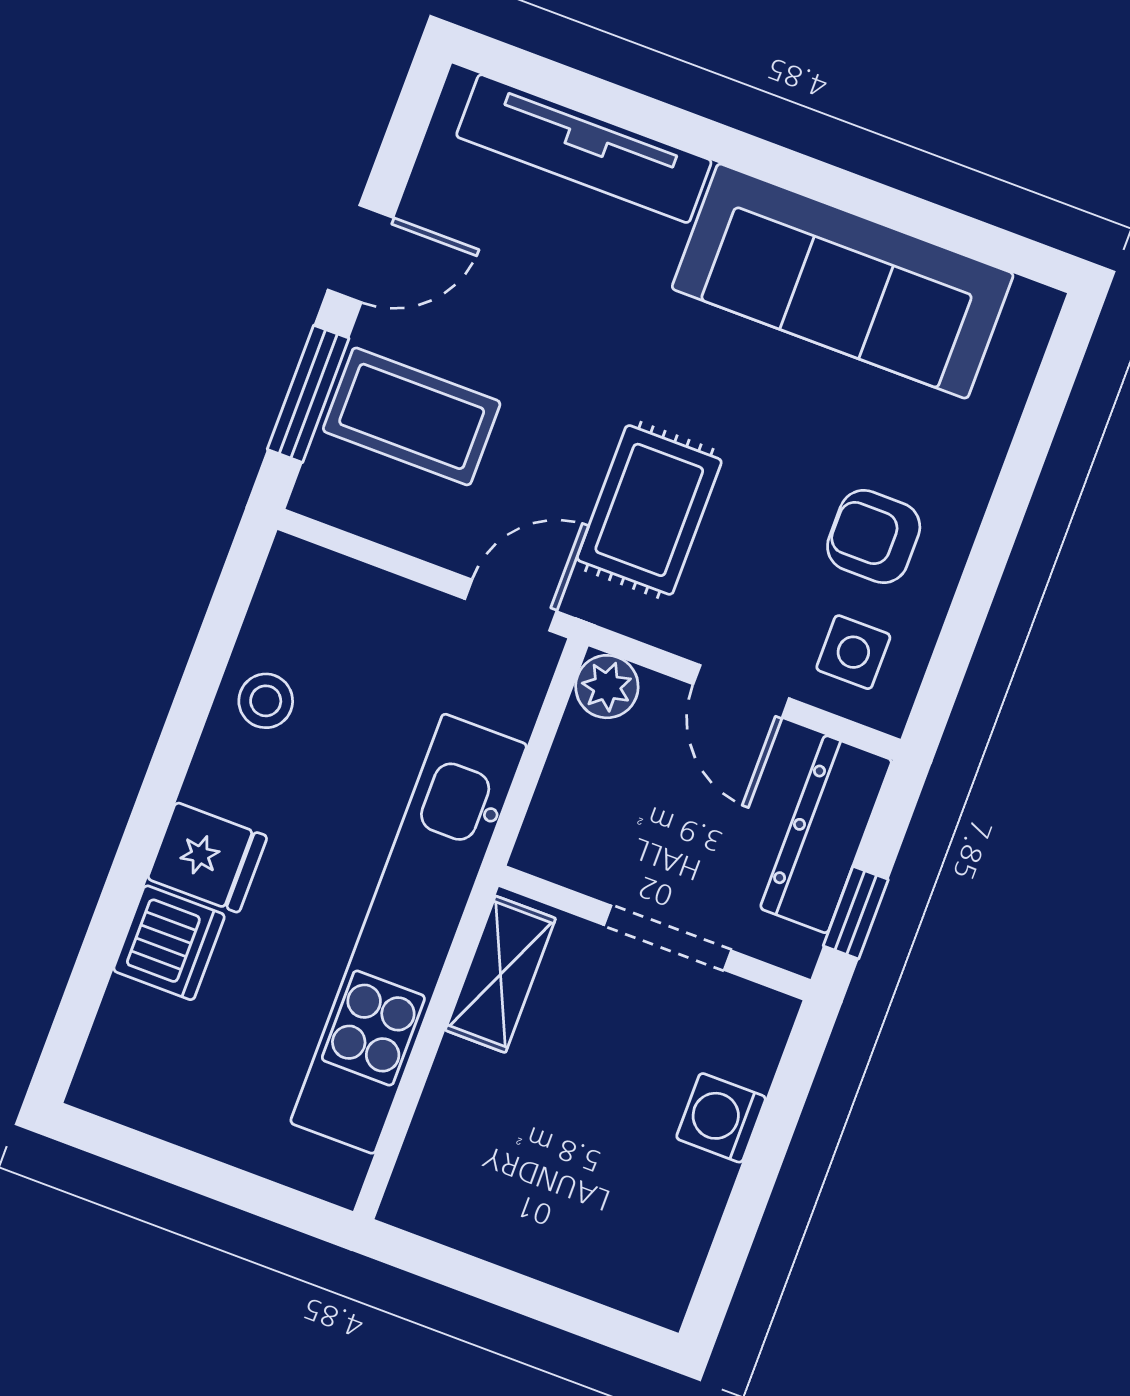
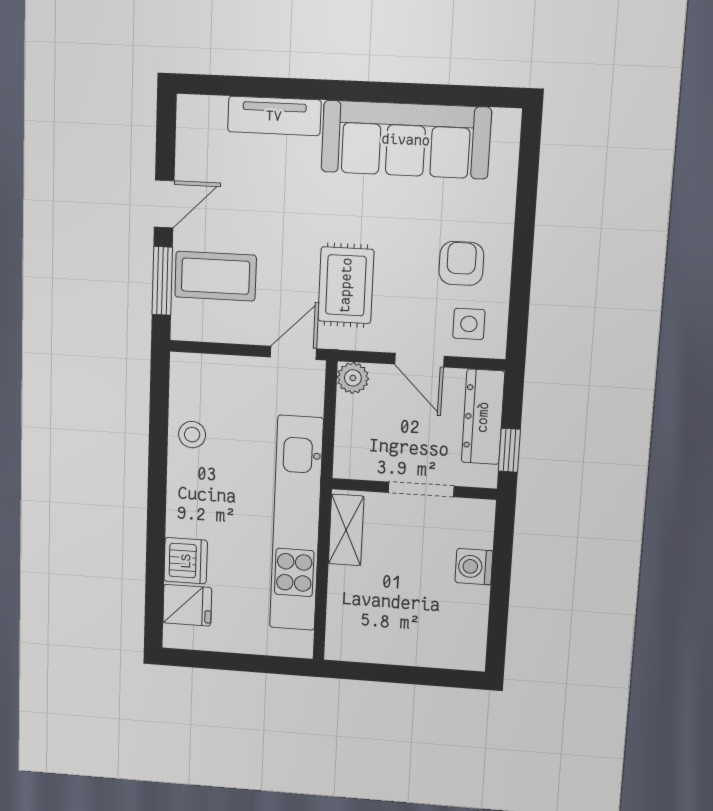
tv unit: (584, 149) -> (274, 116), width x0.71
armchair: (874, 536) -> (461, 263), turned 90
fridge: (207, 858) -> (187, 605), moved

